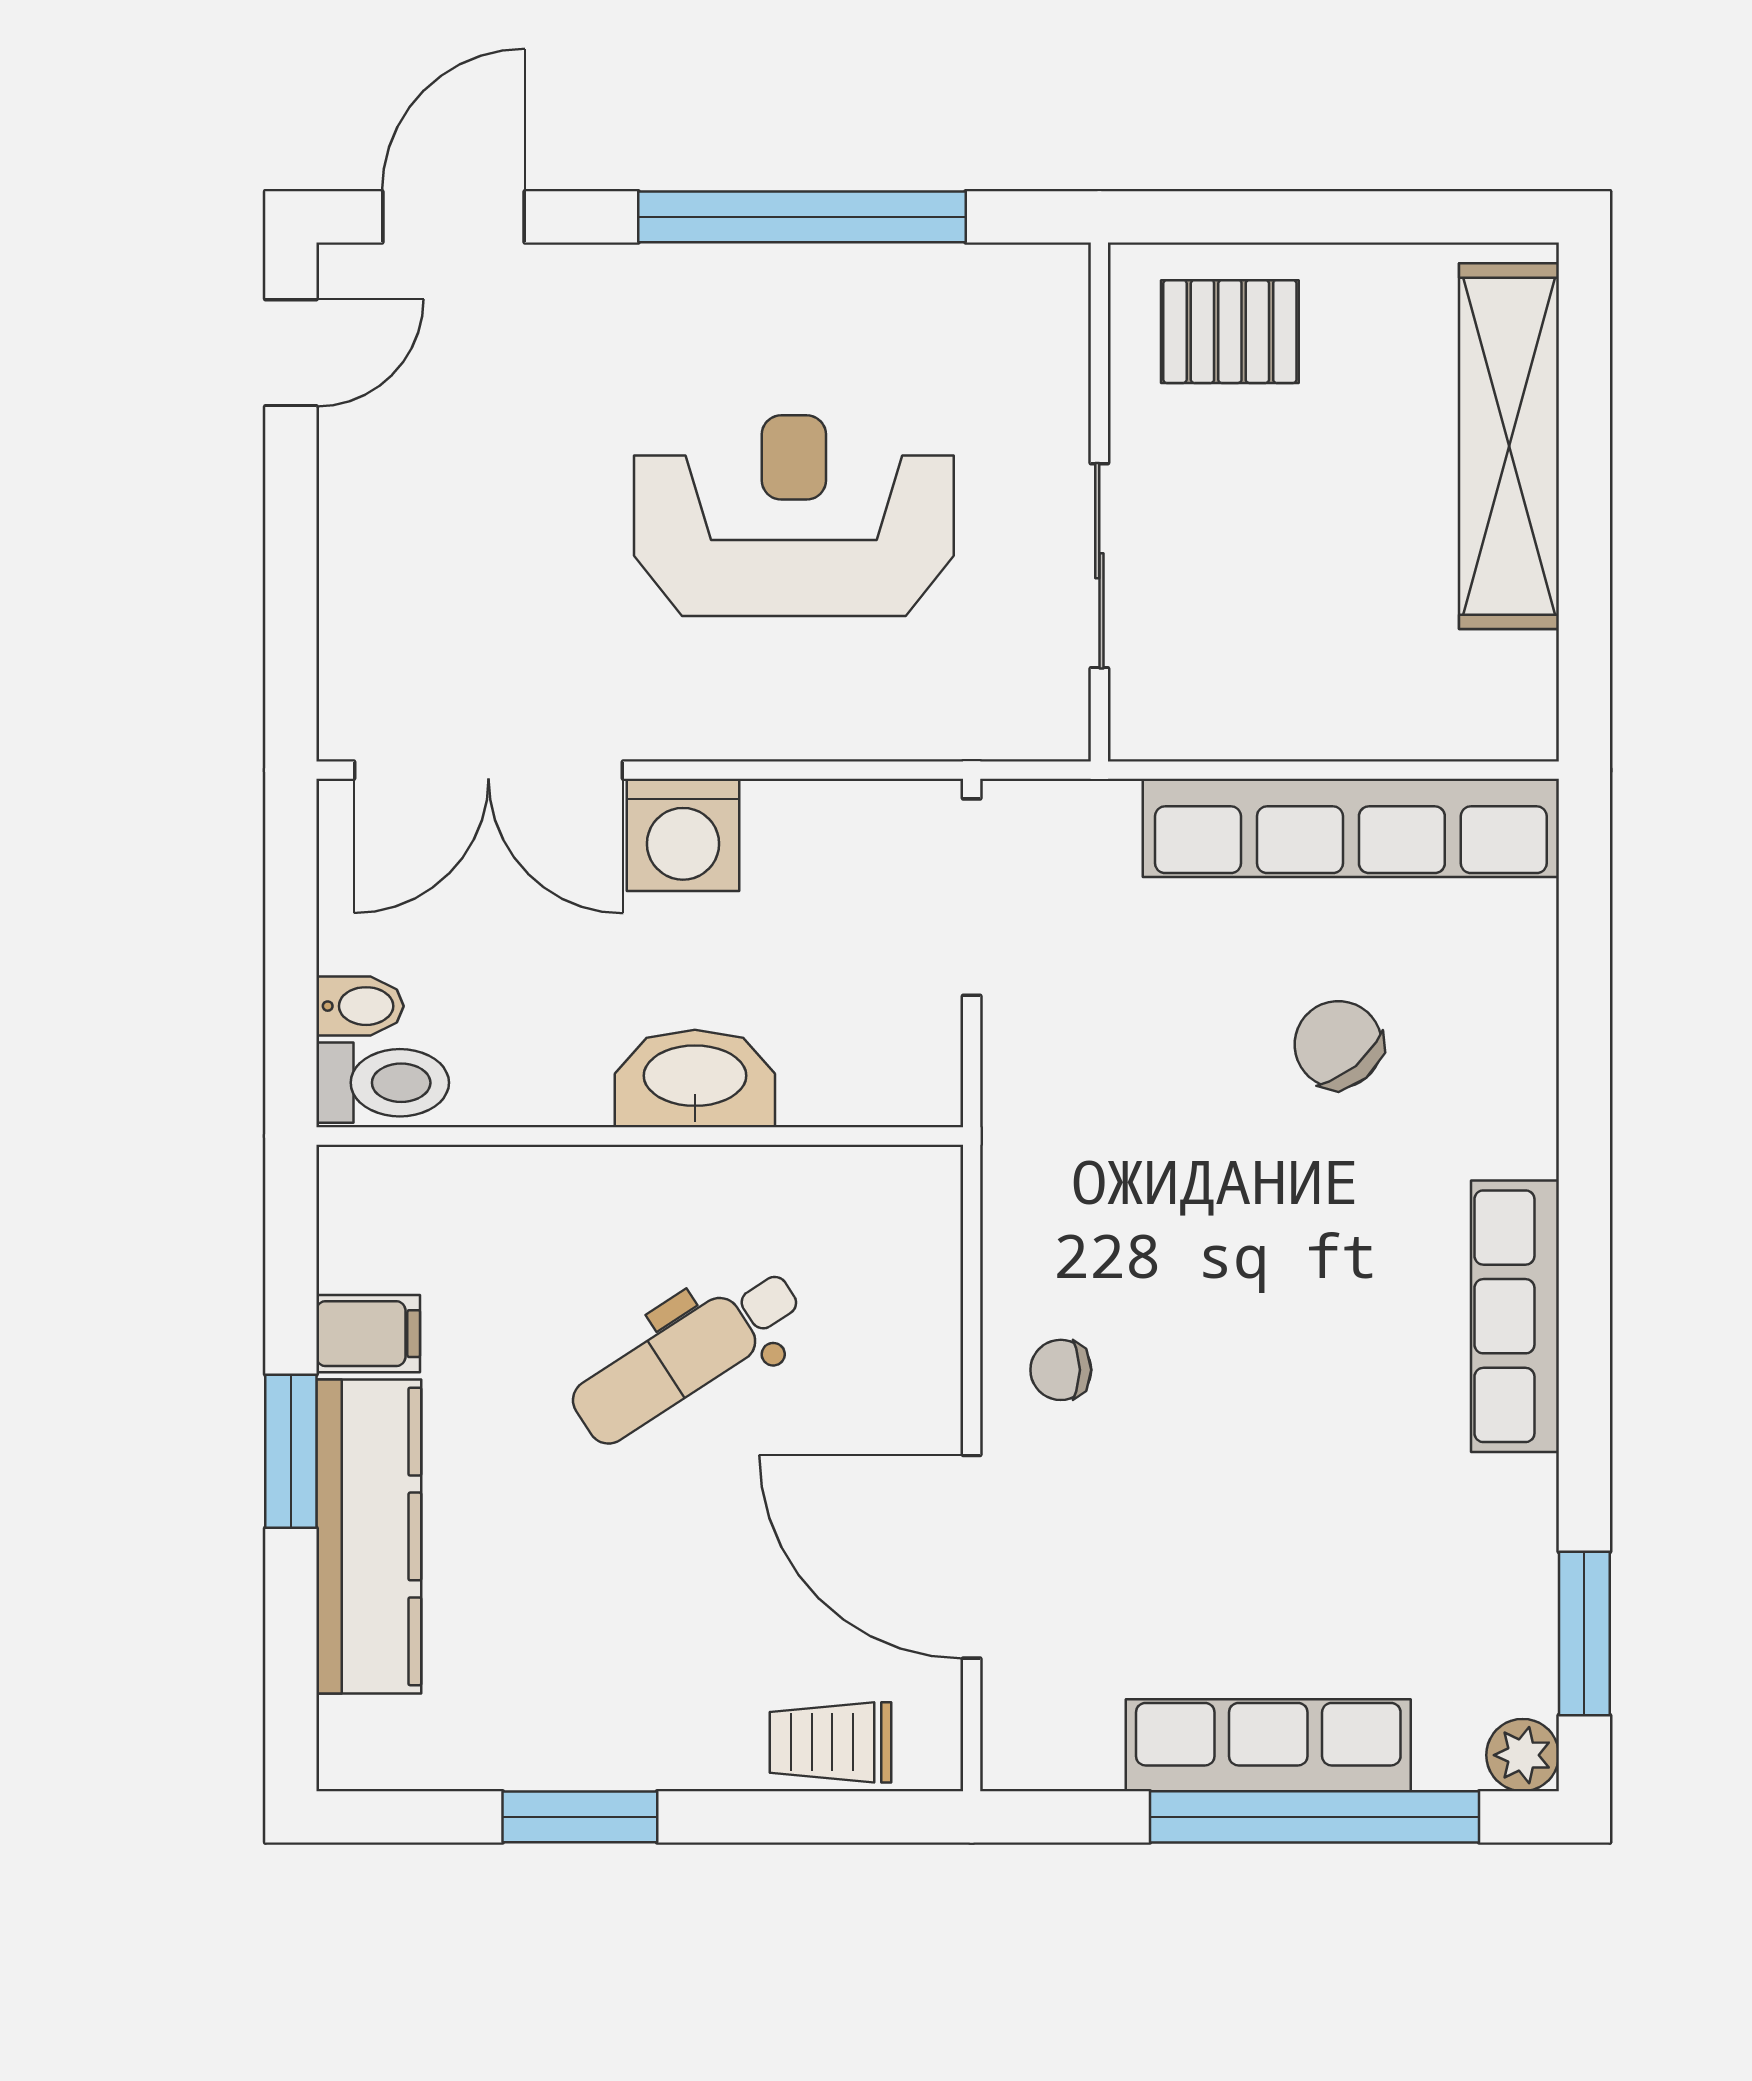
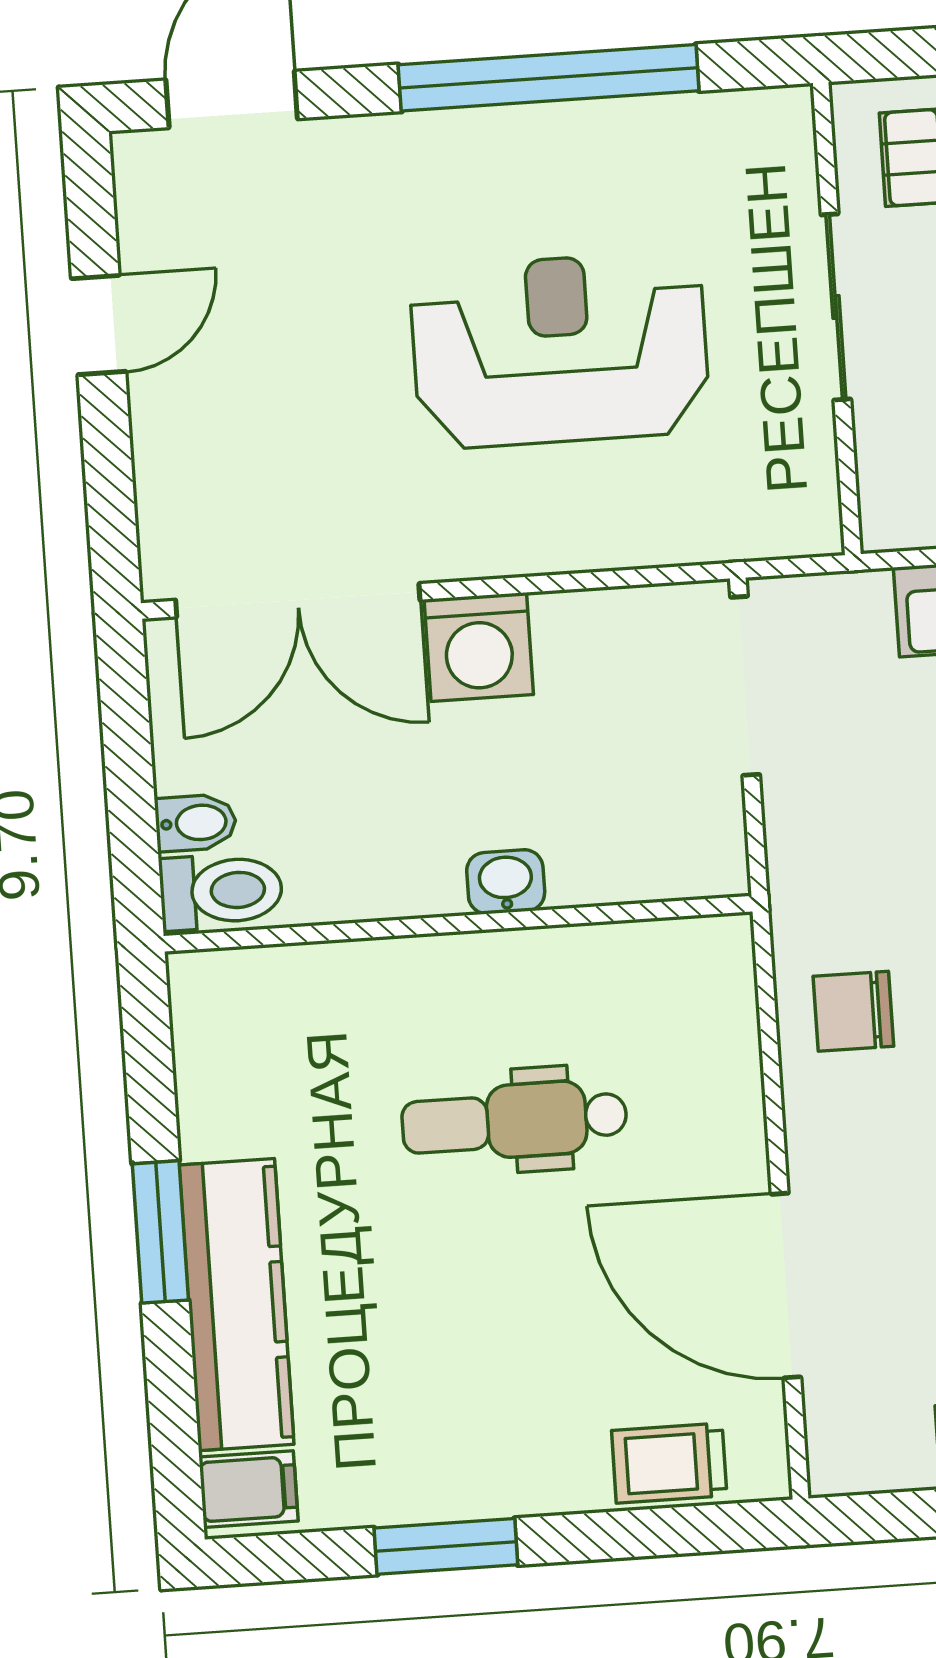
door: (291, 353) -> (99, 325), moved
sliding door: (1099, 566) -> (836, 307), moved
washbasin: (695, 1079) -> (506, 882), width x0.52, depth x0.69
filing cabinet: (368, 1334) -> (249, 1489), moved
dental chair: (687, 1356) -> (514, 1121), turned 33
chair: (1061, 1370) -> (853, 1011), moved, width x1.37, depth x1.37

